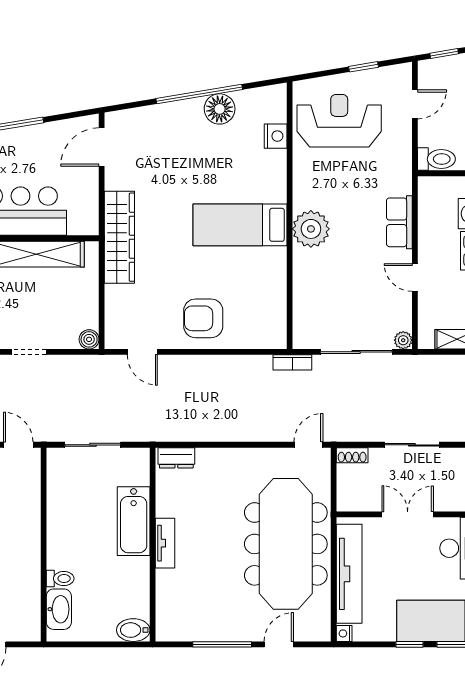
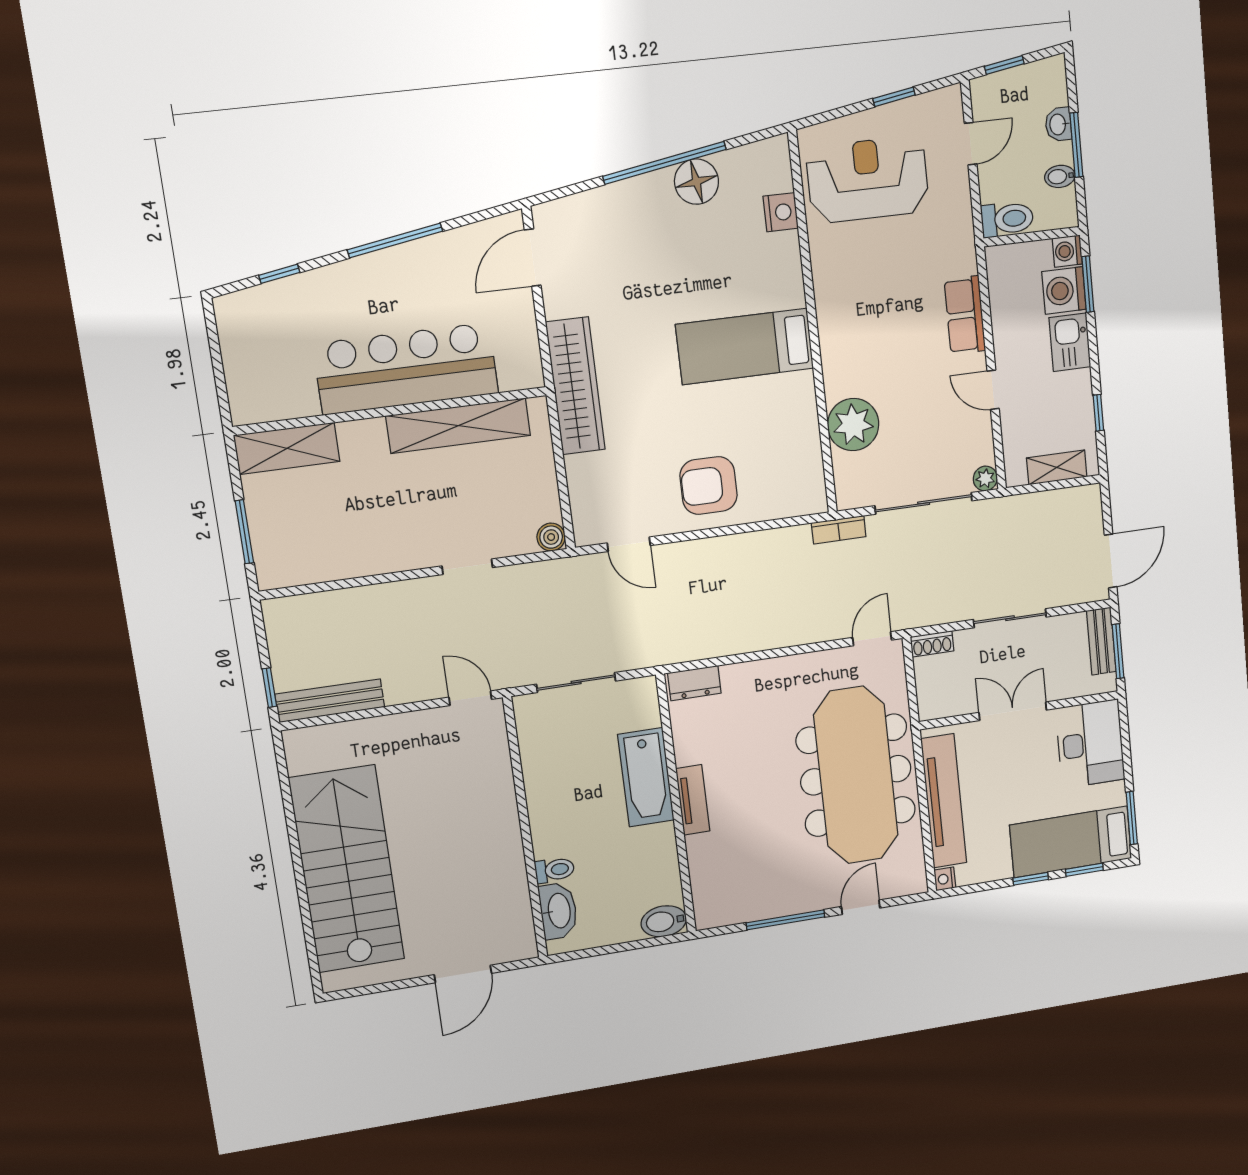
plant: (311, 229) -> (853, 425), moved

